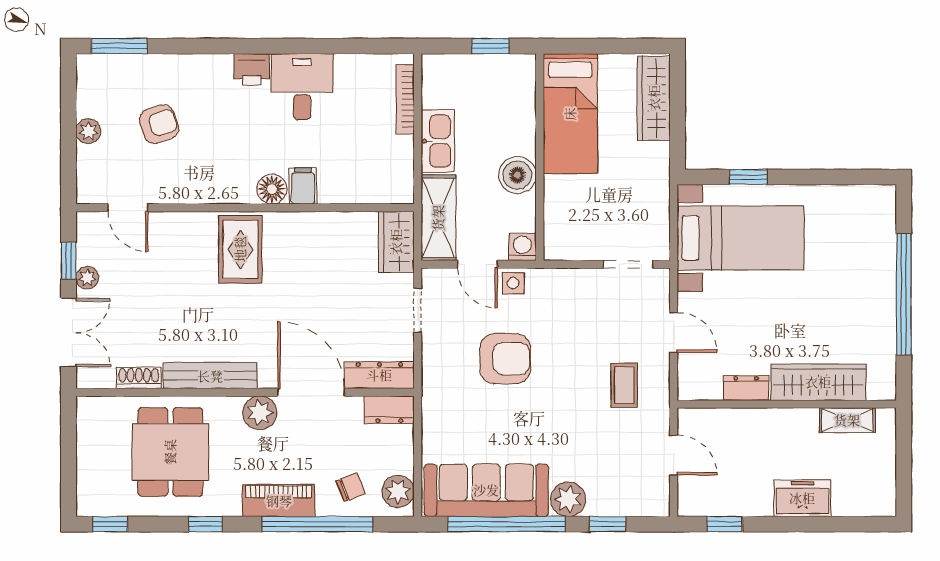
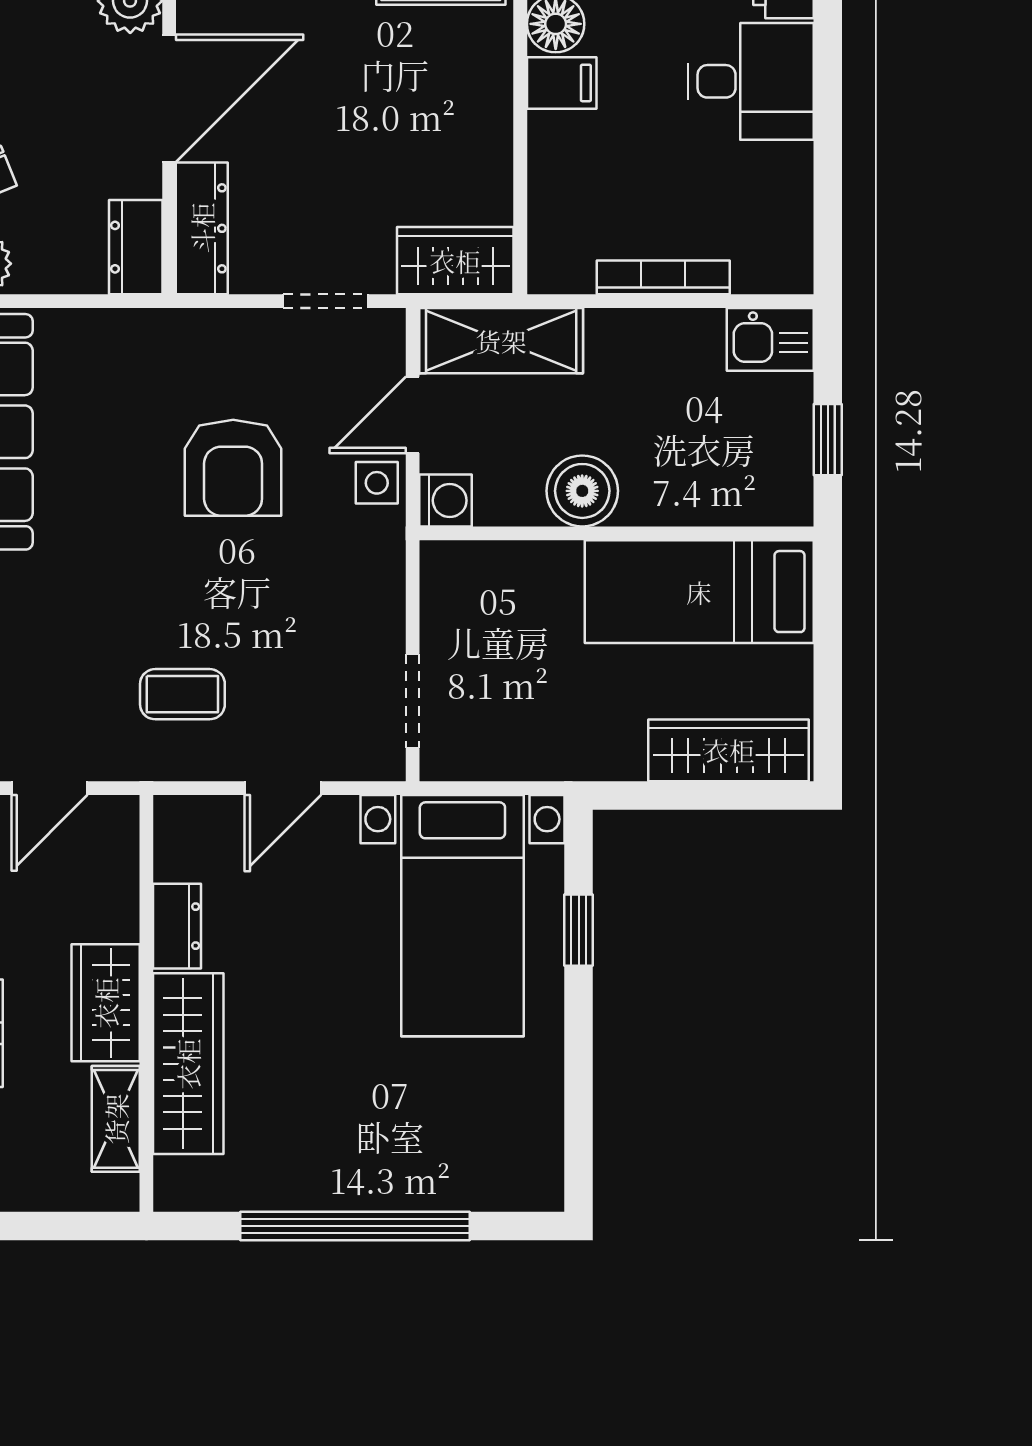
bookcase: (405, 99) -> (663, 277), moved
kitchen sink: (438, 141) -> (770, 339), moved, width x0.73
wardrobe: (786, 426) -> (106, 1003), added

